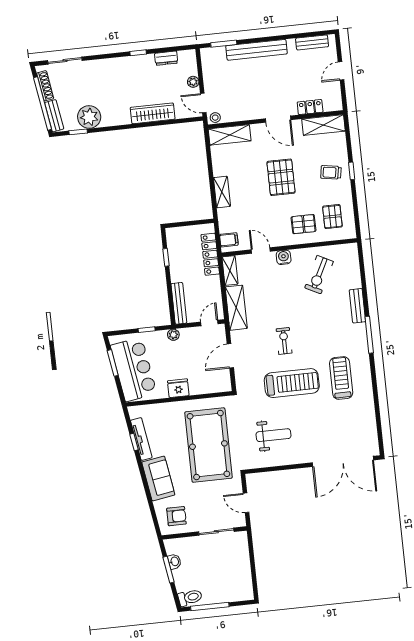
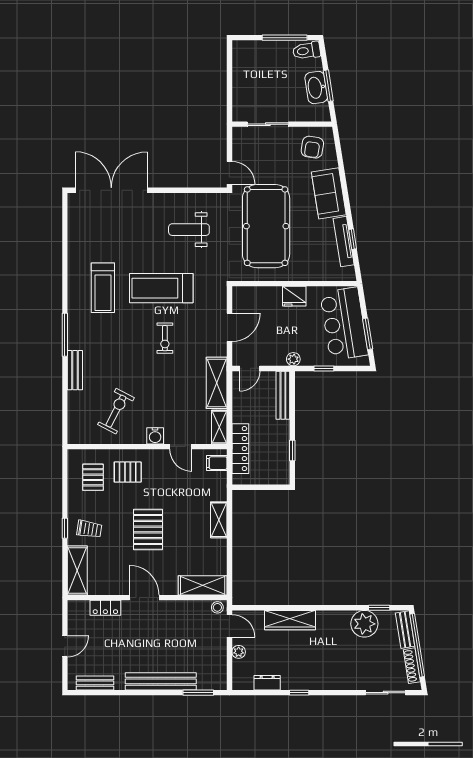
shelving: (323, 125) -> (77, 570), moved, turned 90
door: (246, 503) -> (229, 173), moved
armchair: (176, 516) -> (312, 147), turned -81
washbasin: (174, 561) -> (316, 88), width x1.91, depth x1.45

